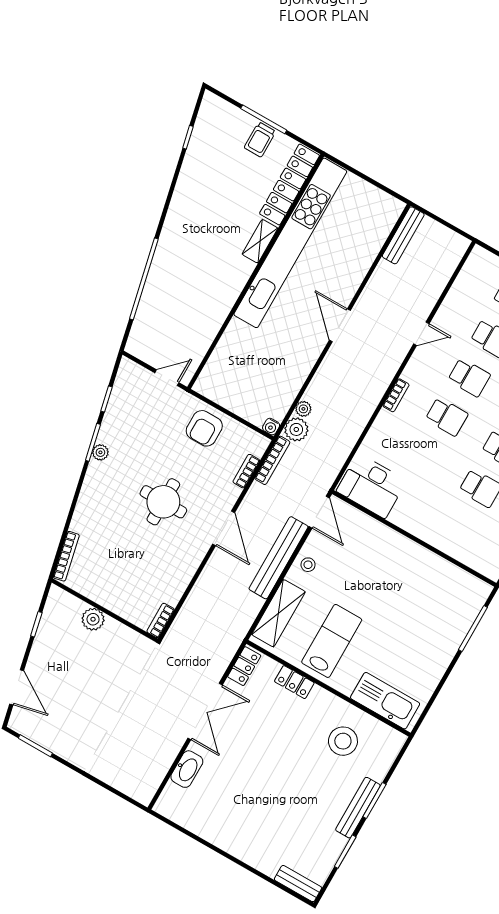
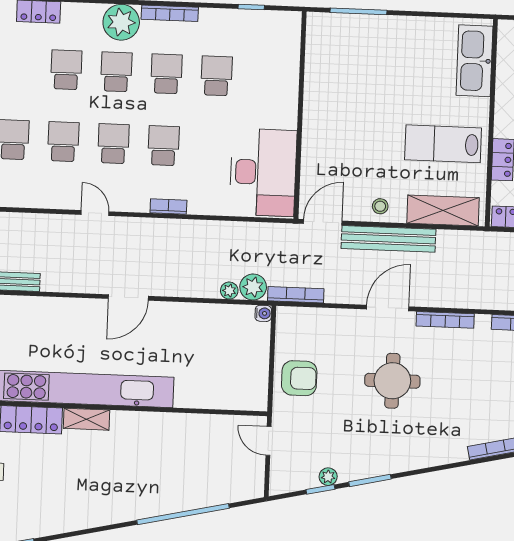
plant: (100, 452) -> (328, 477), moved
bookcase: (246, 471) -> (445, 320), moved, width x1.56
desk: (371, 486) -> (263, 172), width x1.36, depth x1.30

